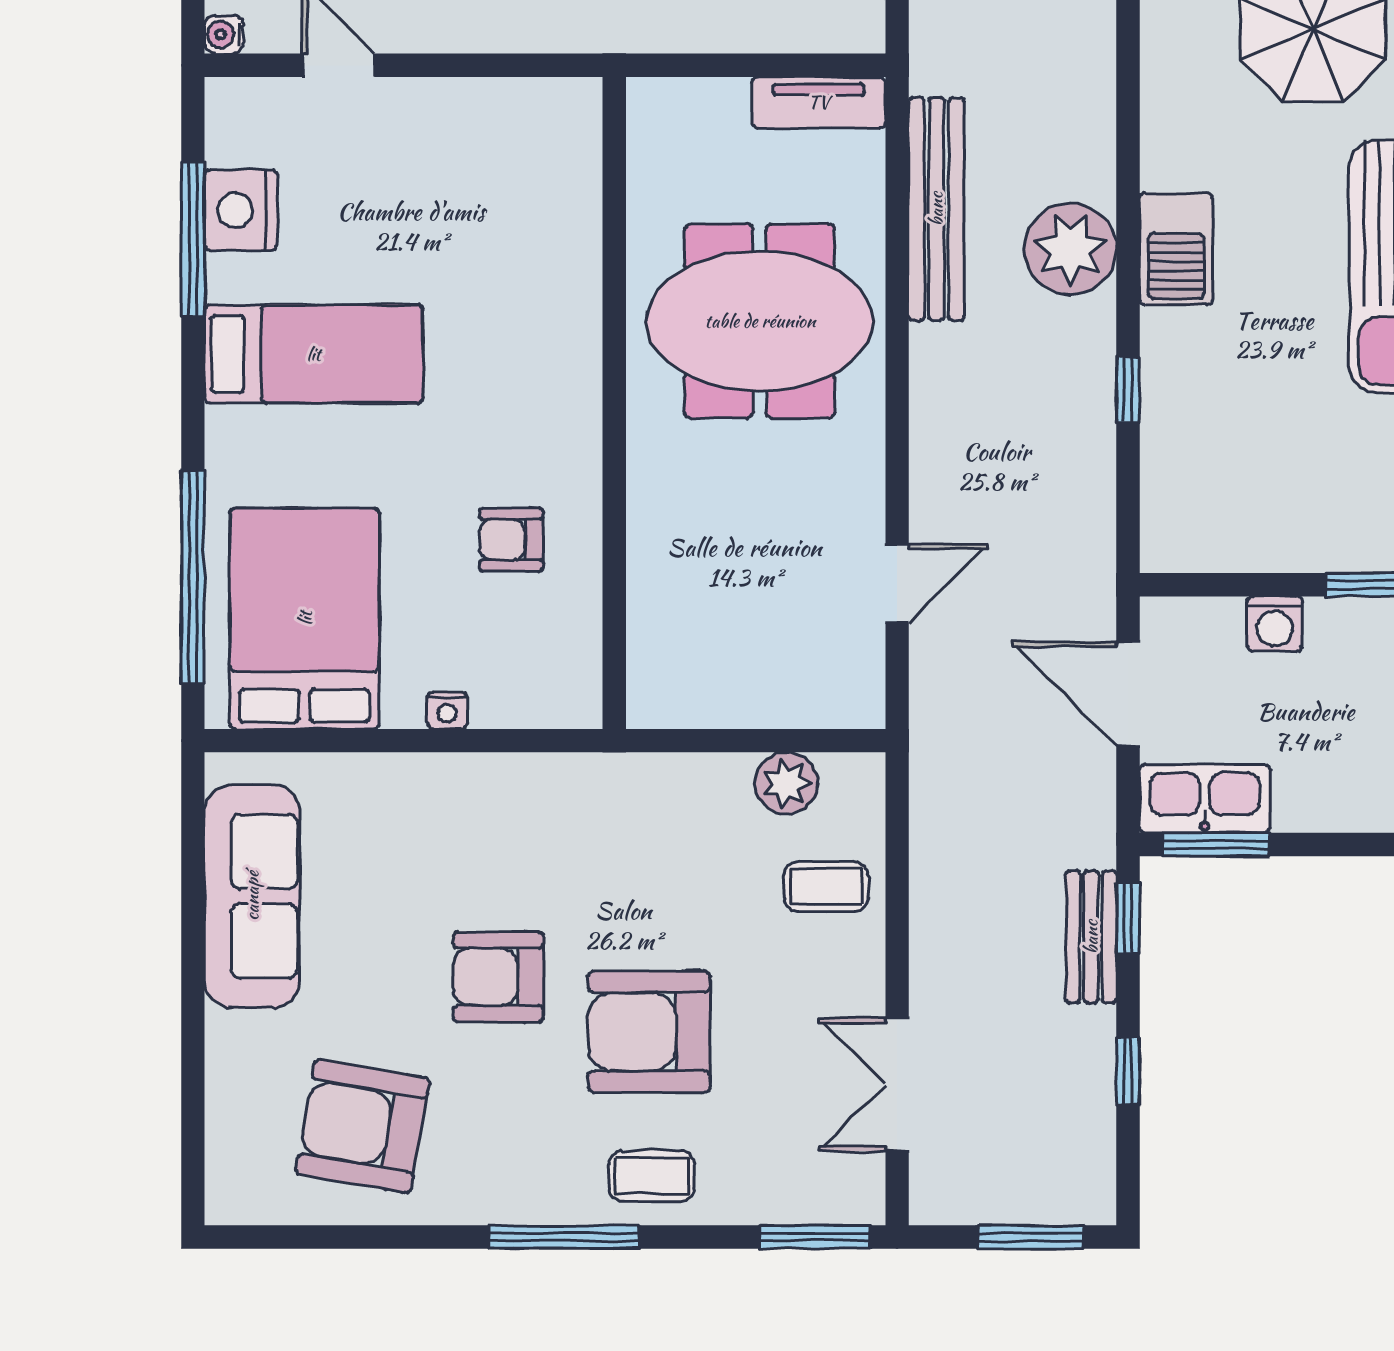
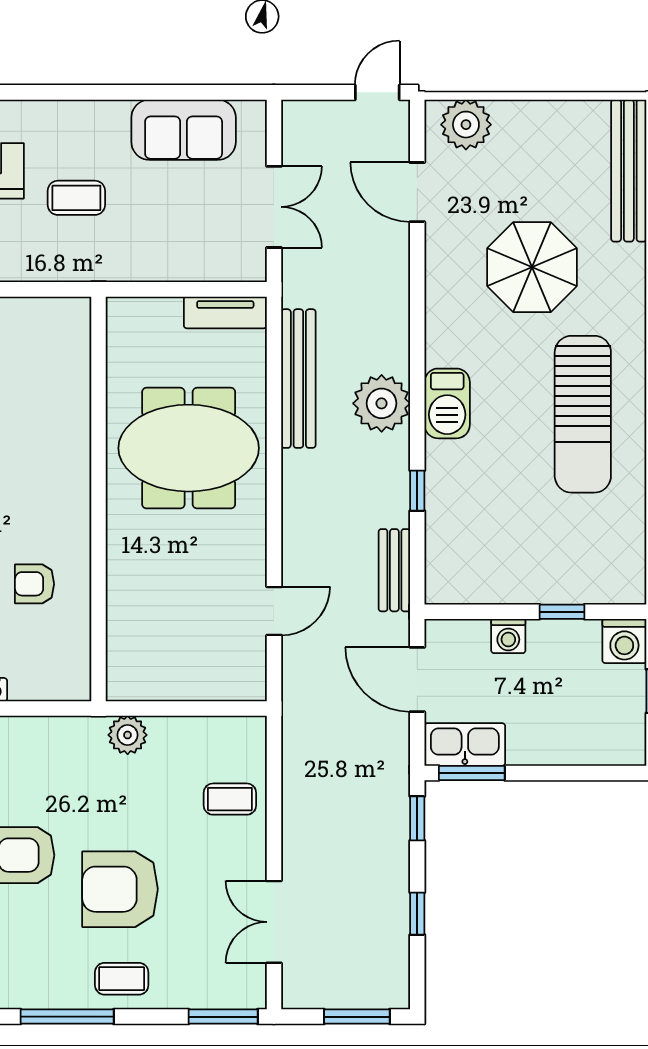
plant: (786, 783) -> (128, 735), moved
bench: (1091, 937) -> (394, 570), moved

